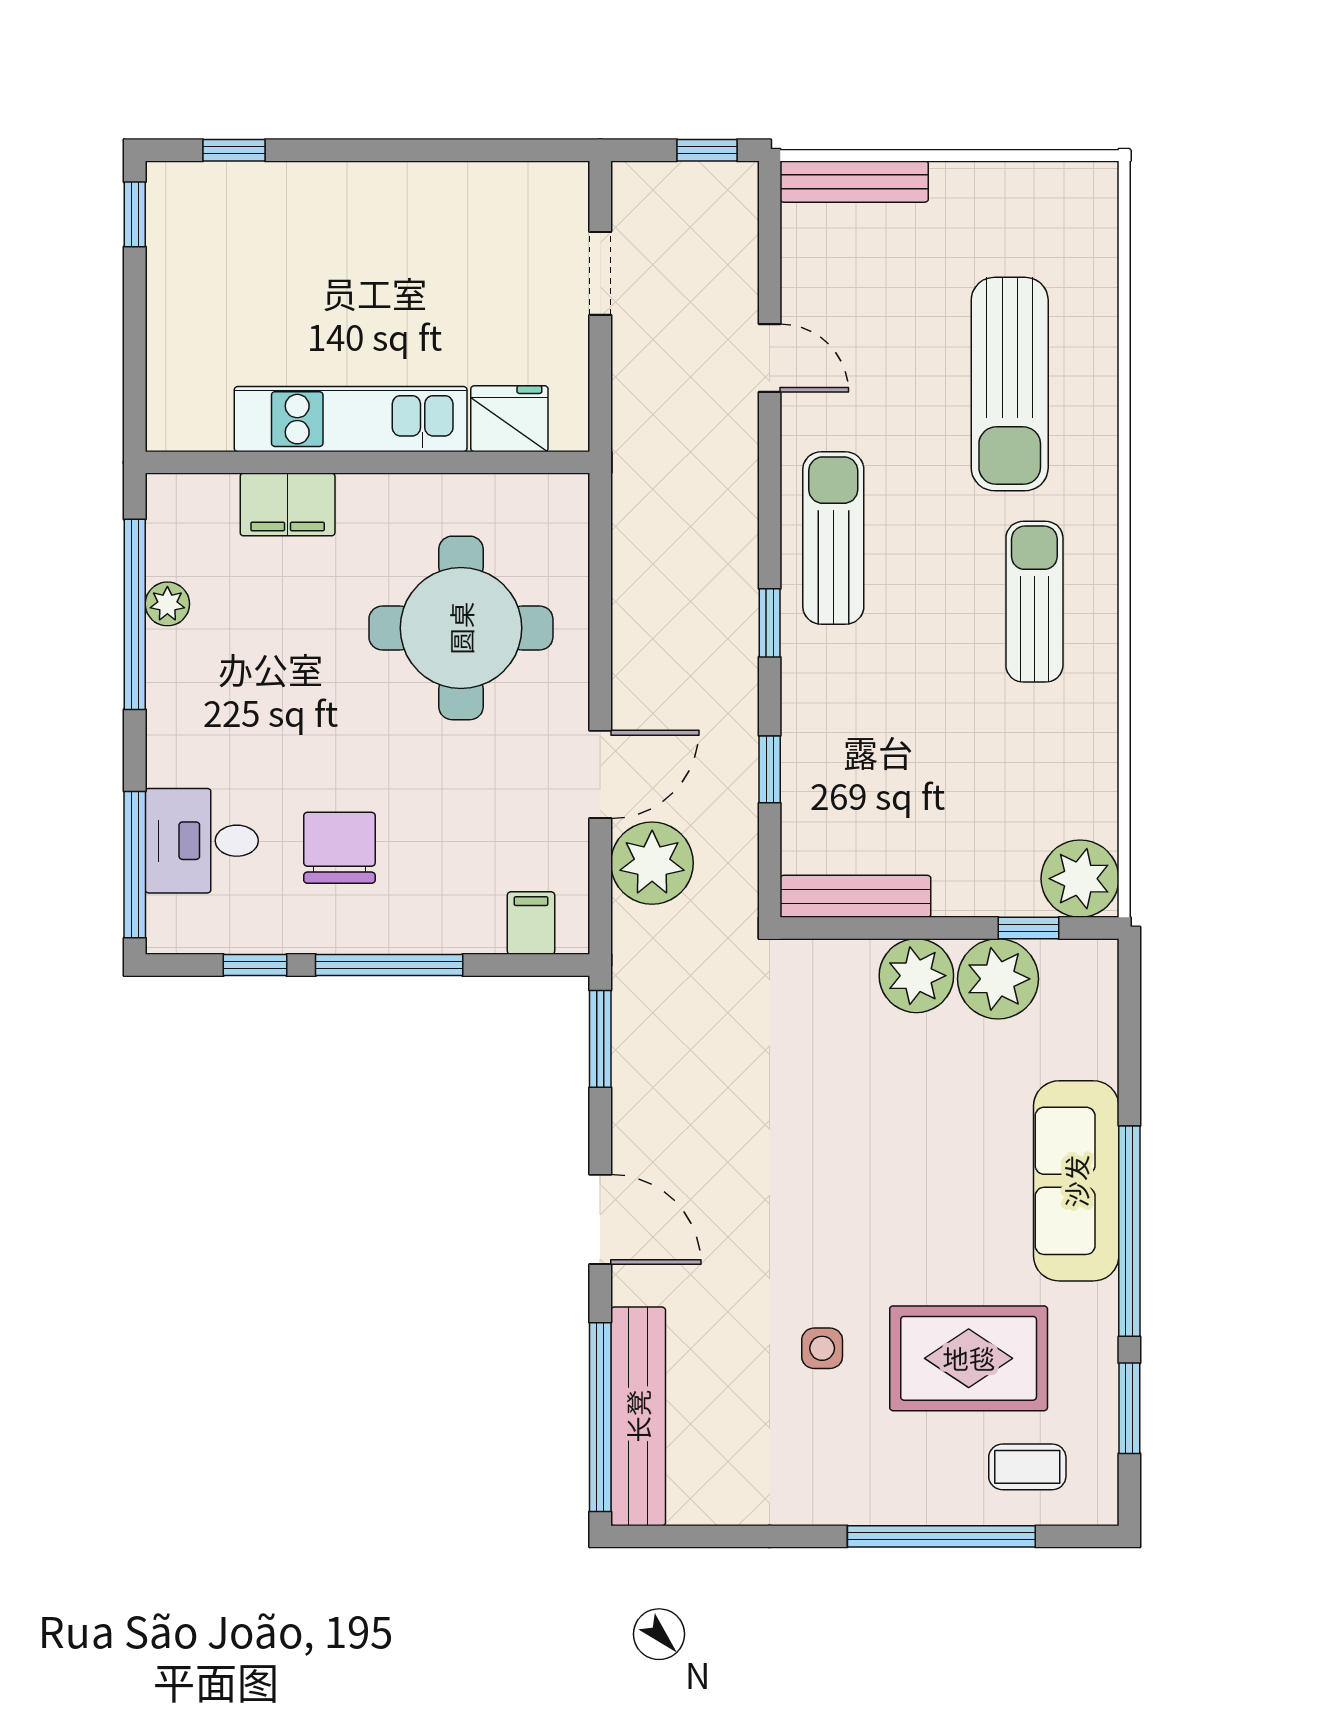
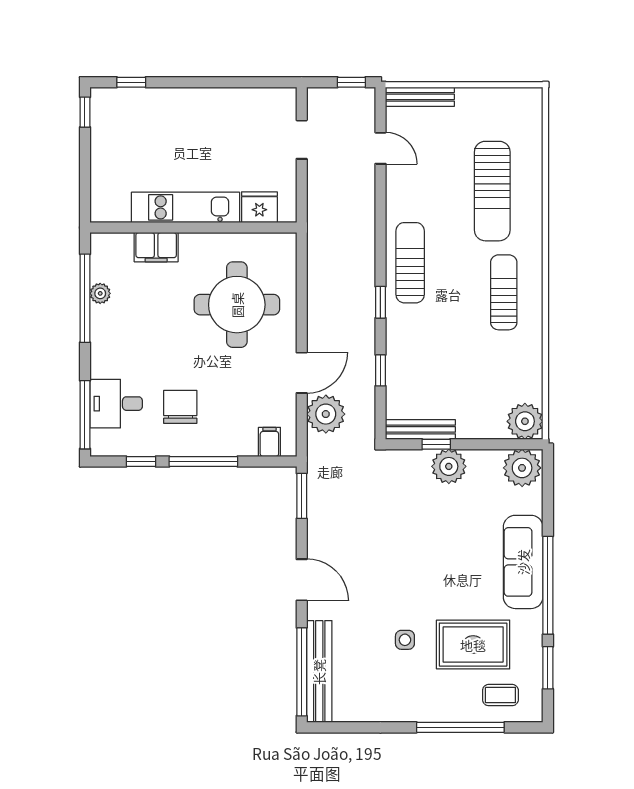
door: (770, 358) -> (380, 148), moved
window: (1028, 928) -> (436, 444), moved
plant: (998, 979) -> (522, 468), moved

